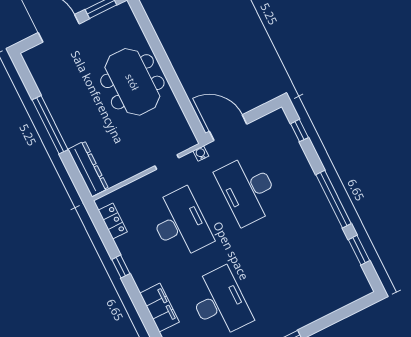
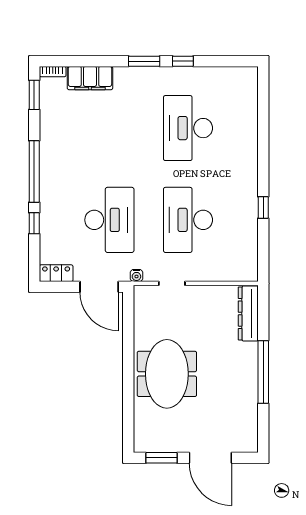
window: (299, 131) -> (34, 223), moved
locker: (113, 221) -> (56, 273), moved, turned 90
window: (359, 250) -> (34, 95), moved
bookcase: (361, 293) -> (53, 72), added
filing cabinet: (159, 308) -> (90, 78), moved, turned -90

